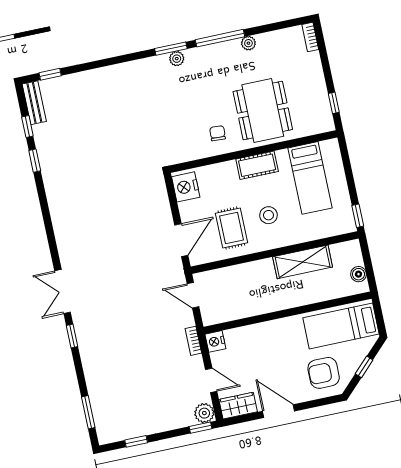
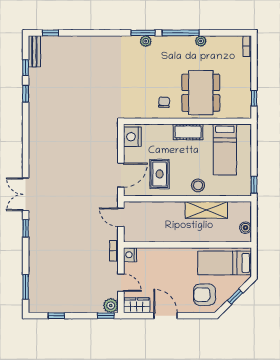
stool: (268, 215) -> (198, 185), moved

